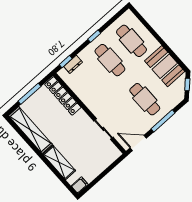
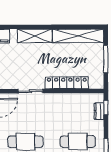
locker: (63, 96) -> (67, 83), moved

